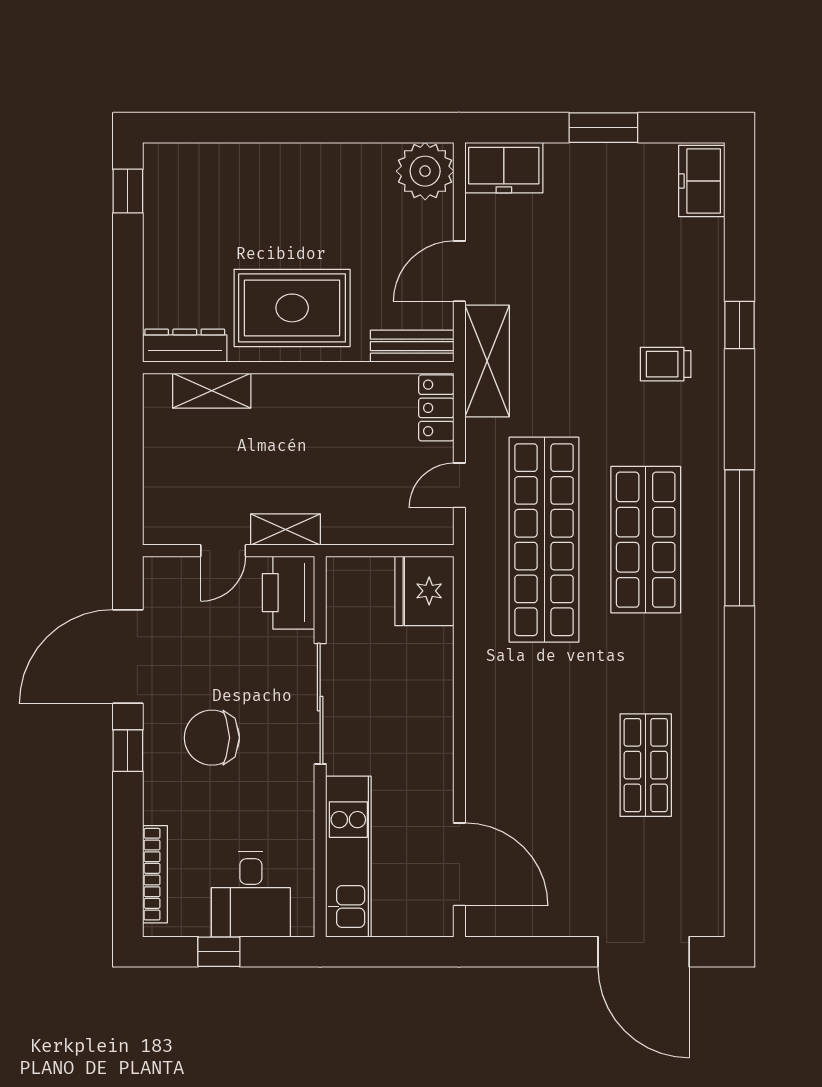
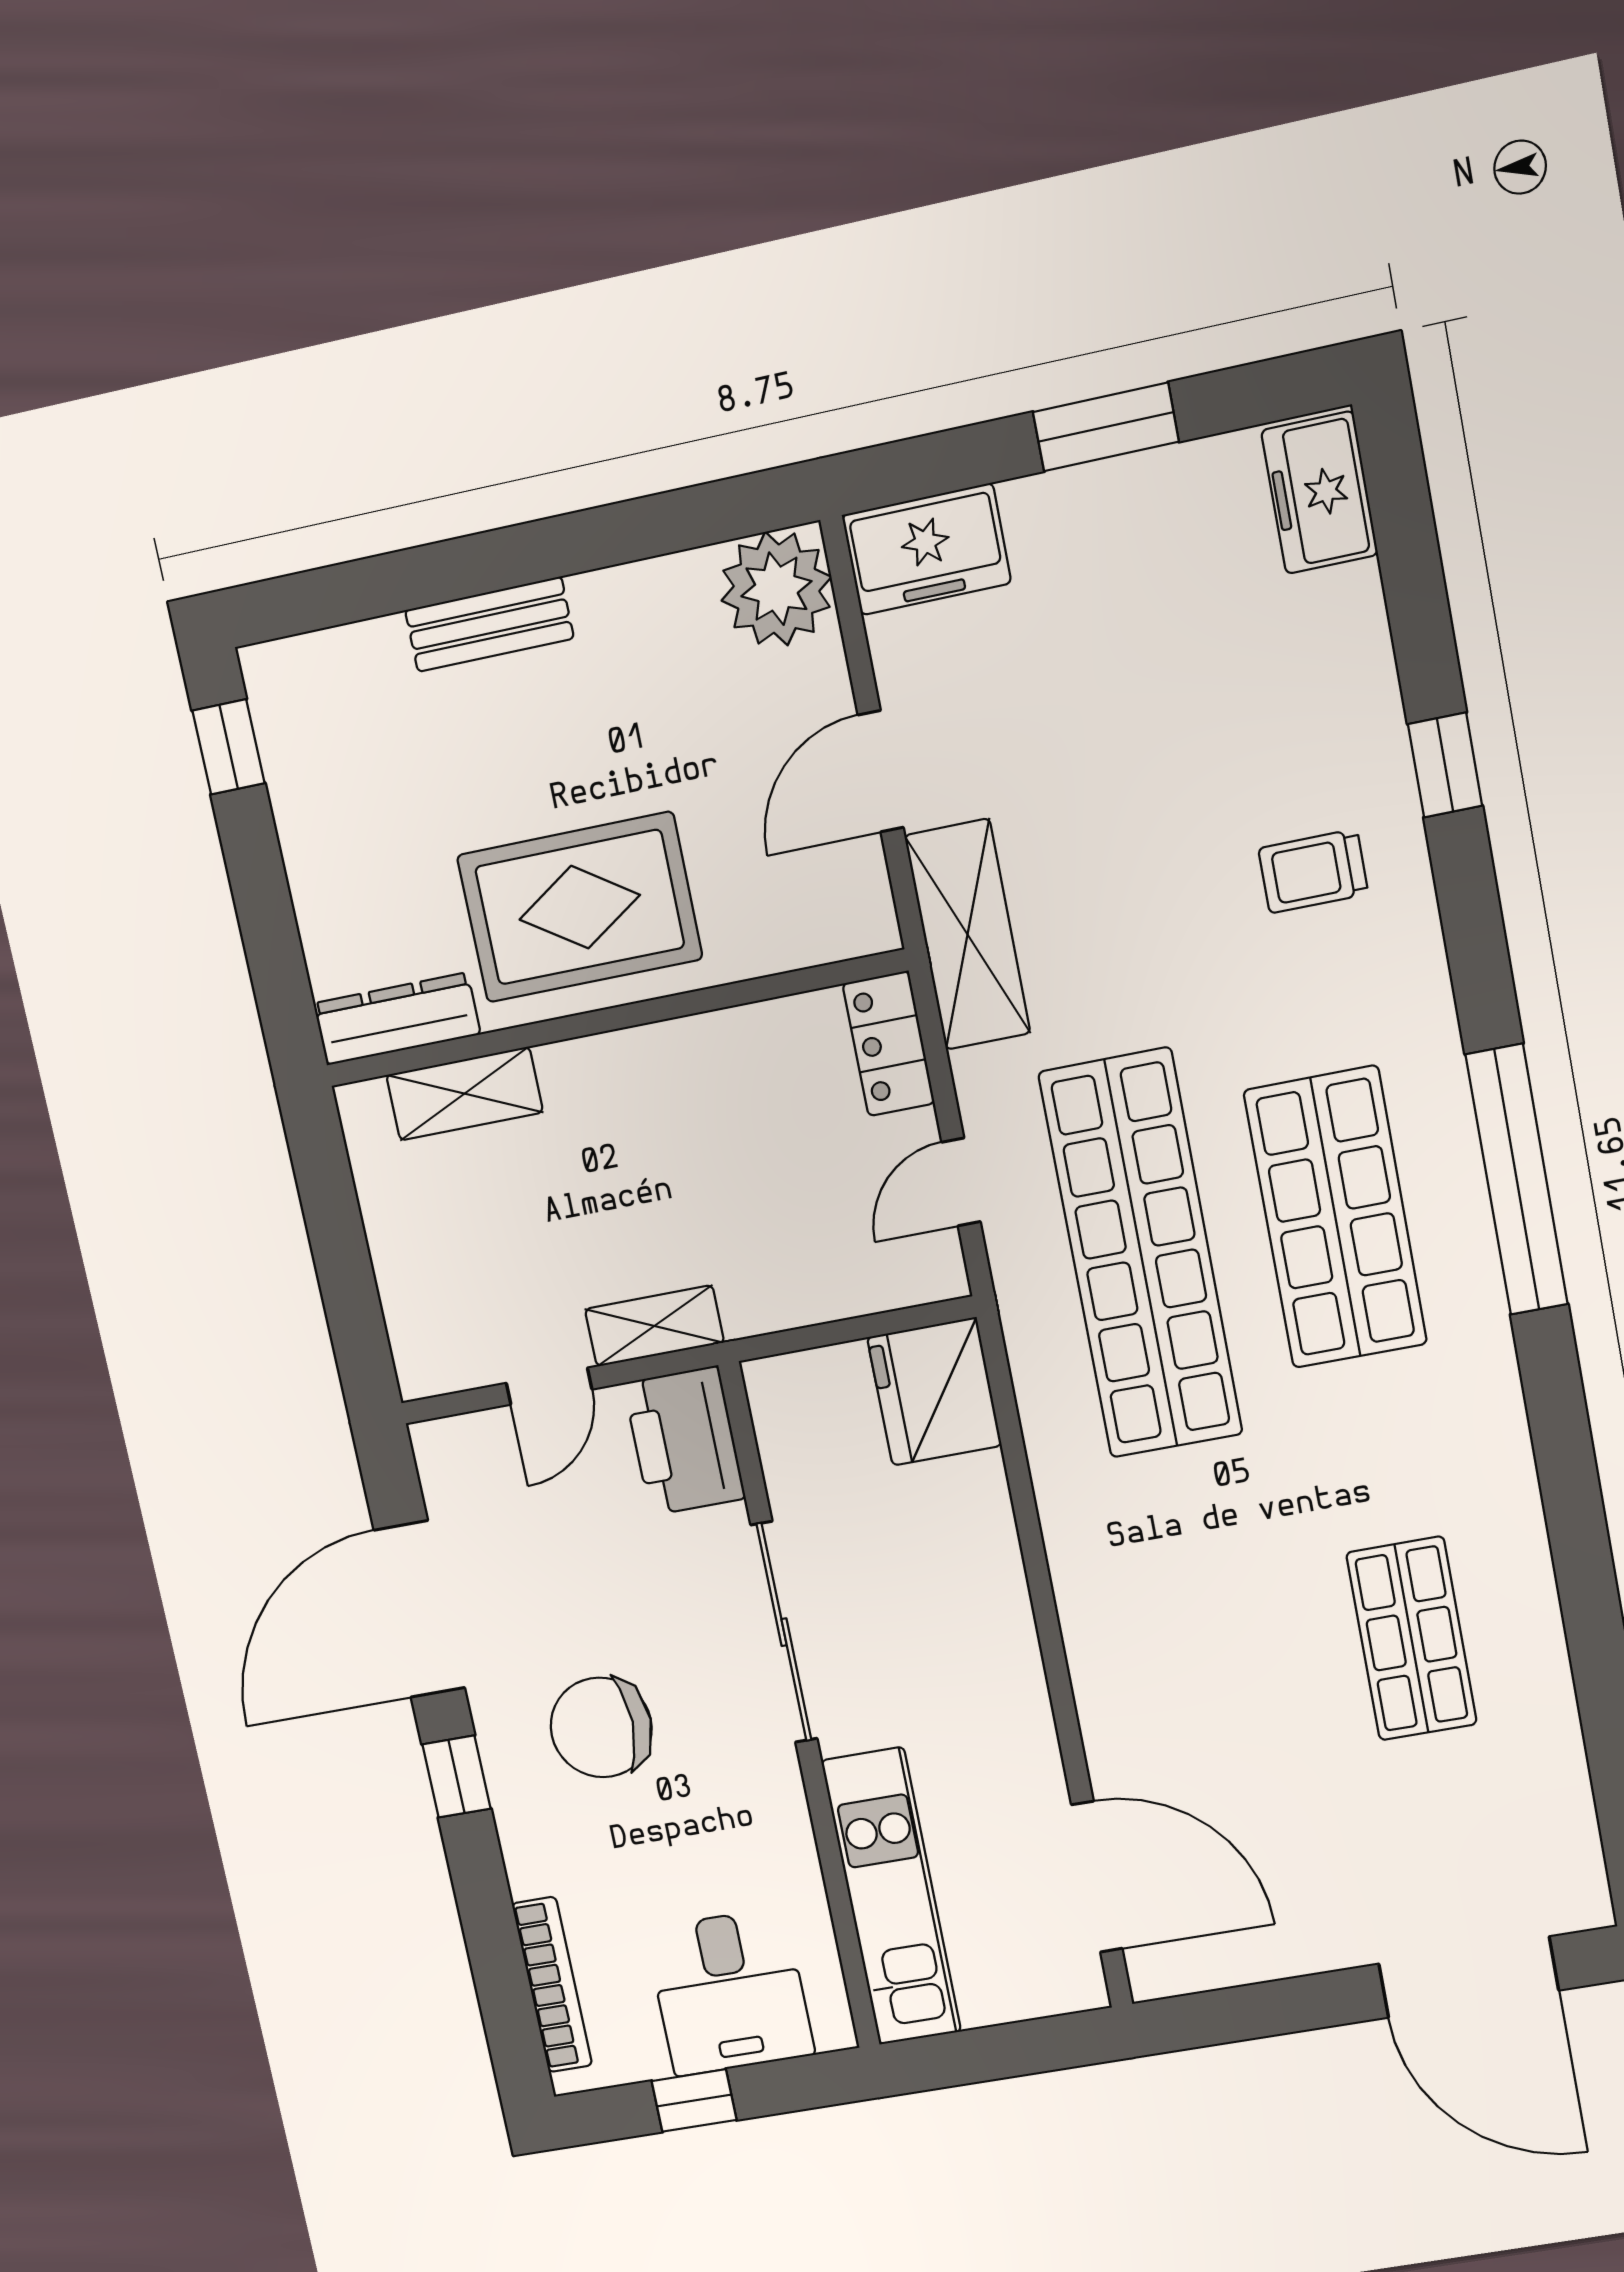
bench: (412, 346) -> (489, 624), moved

